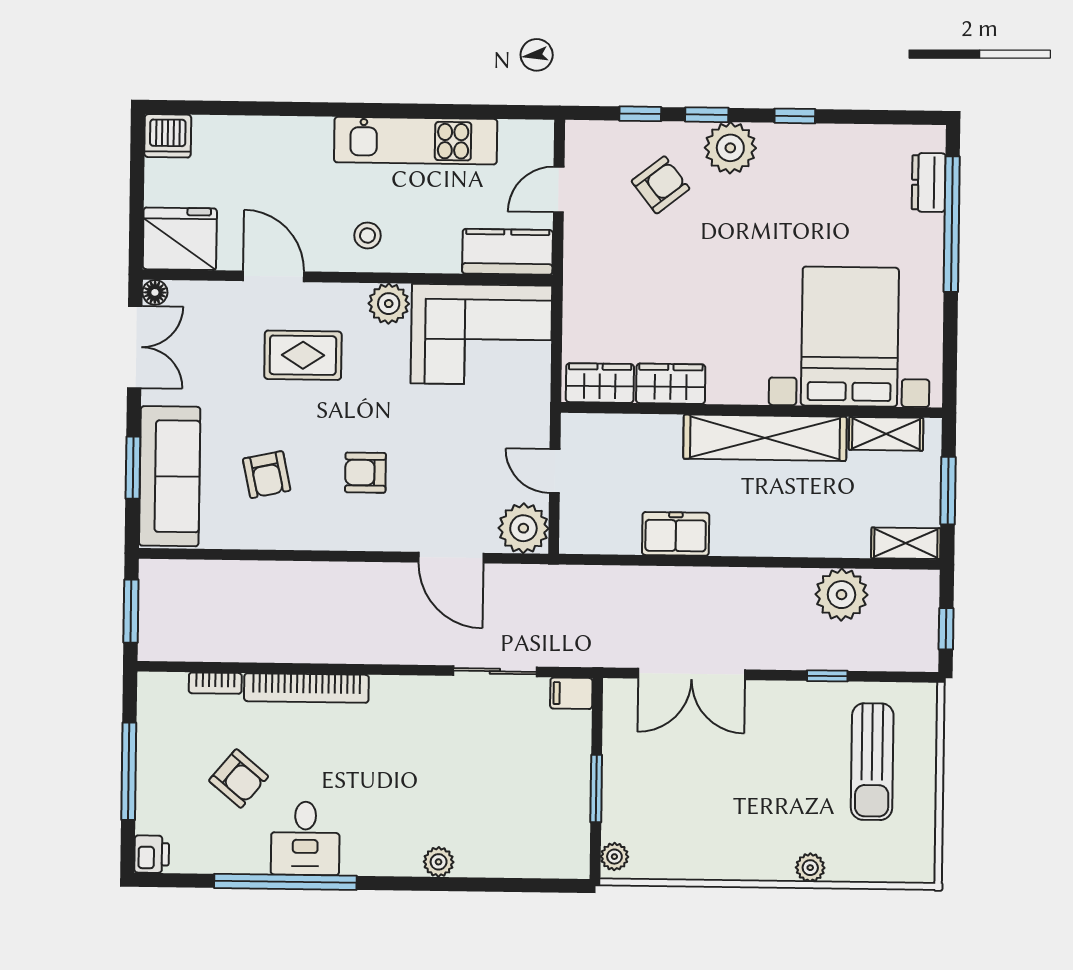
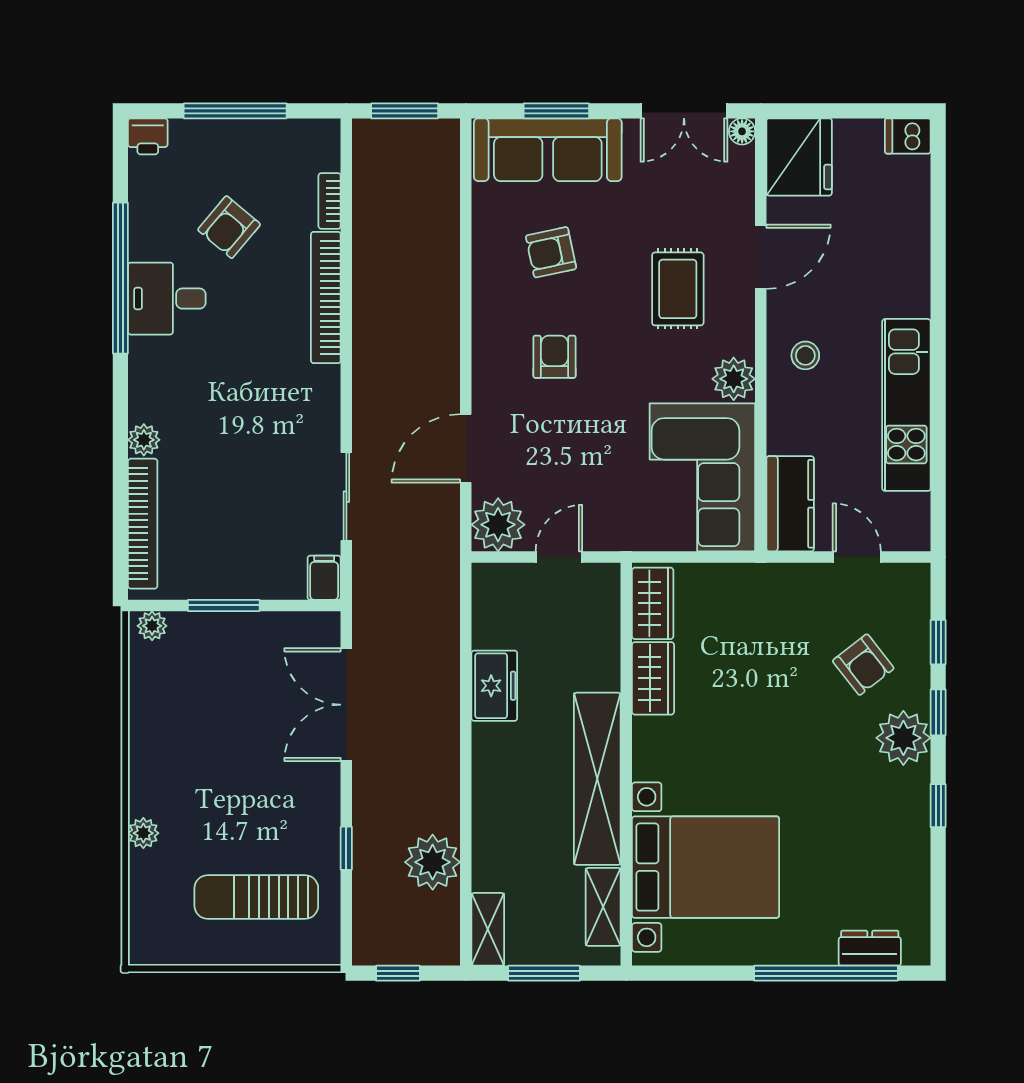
dishwasher: (168, 136) -> (908, 136), width x0.73
bookcase: (518, 864) -> (143, 524), added

